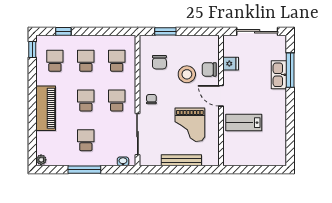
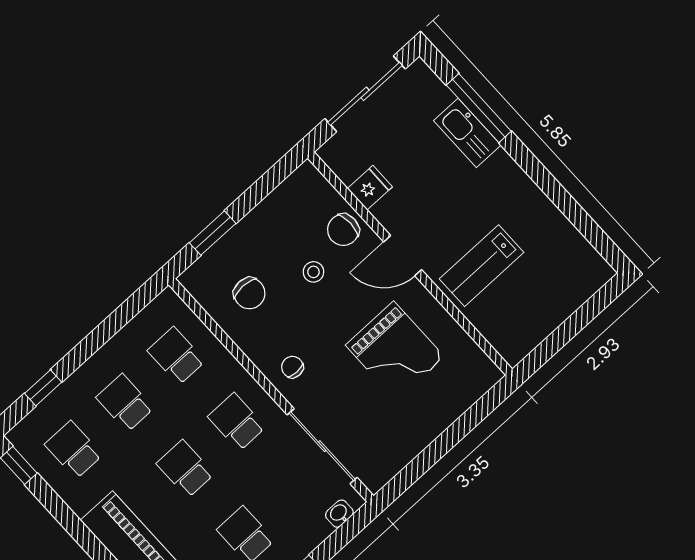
stool: (187, 74) -> (313, 272), width x0.53, depth x0.53
bench: (181, 160) -> (435, 423), removed

